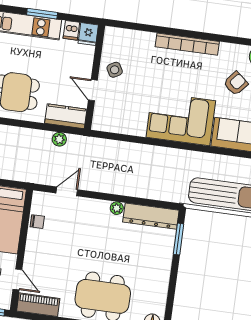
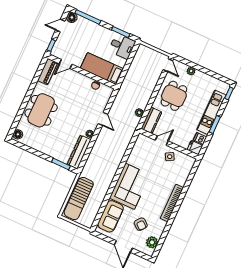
door: (67, 191) -> (103, 119), moved

